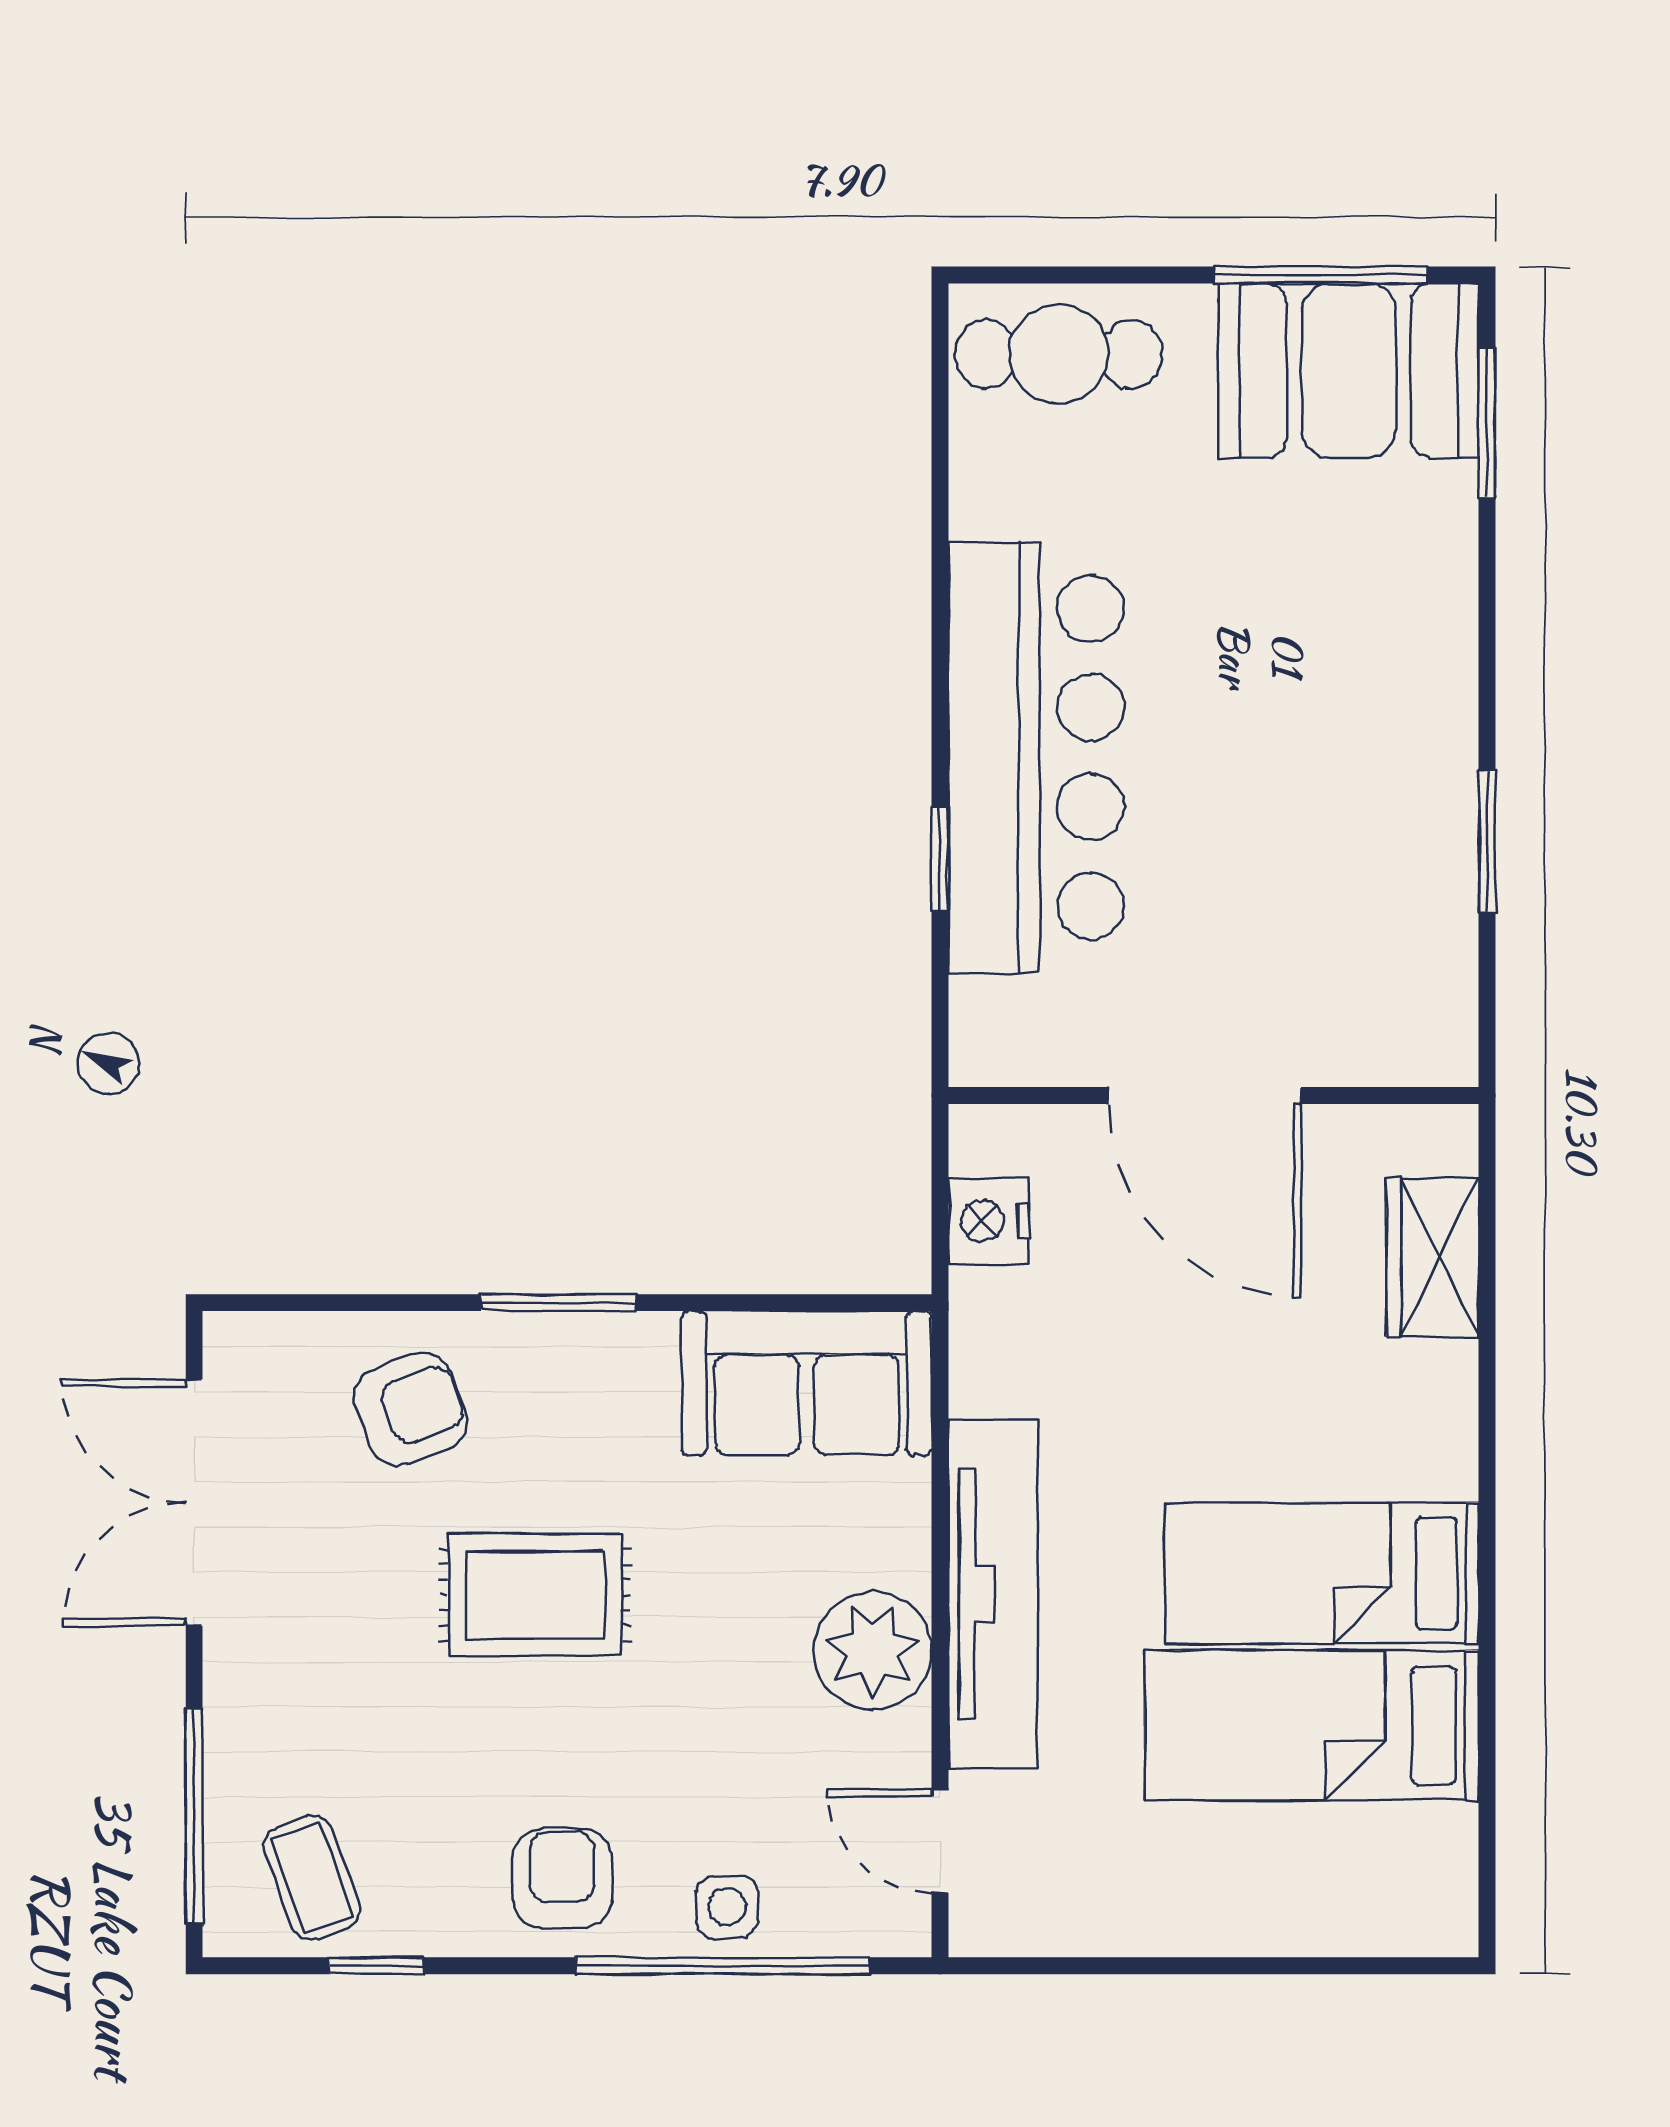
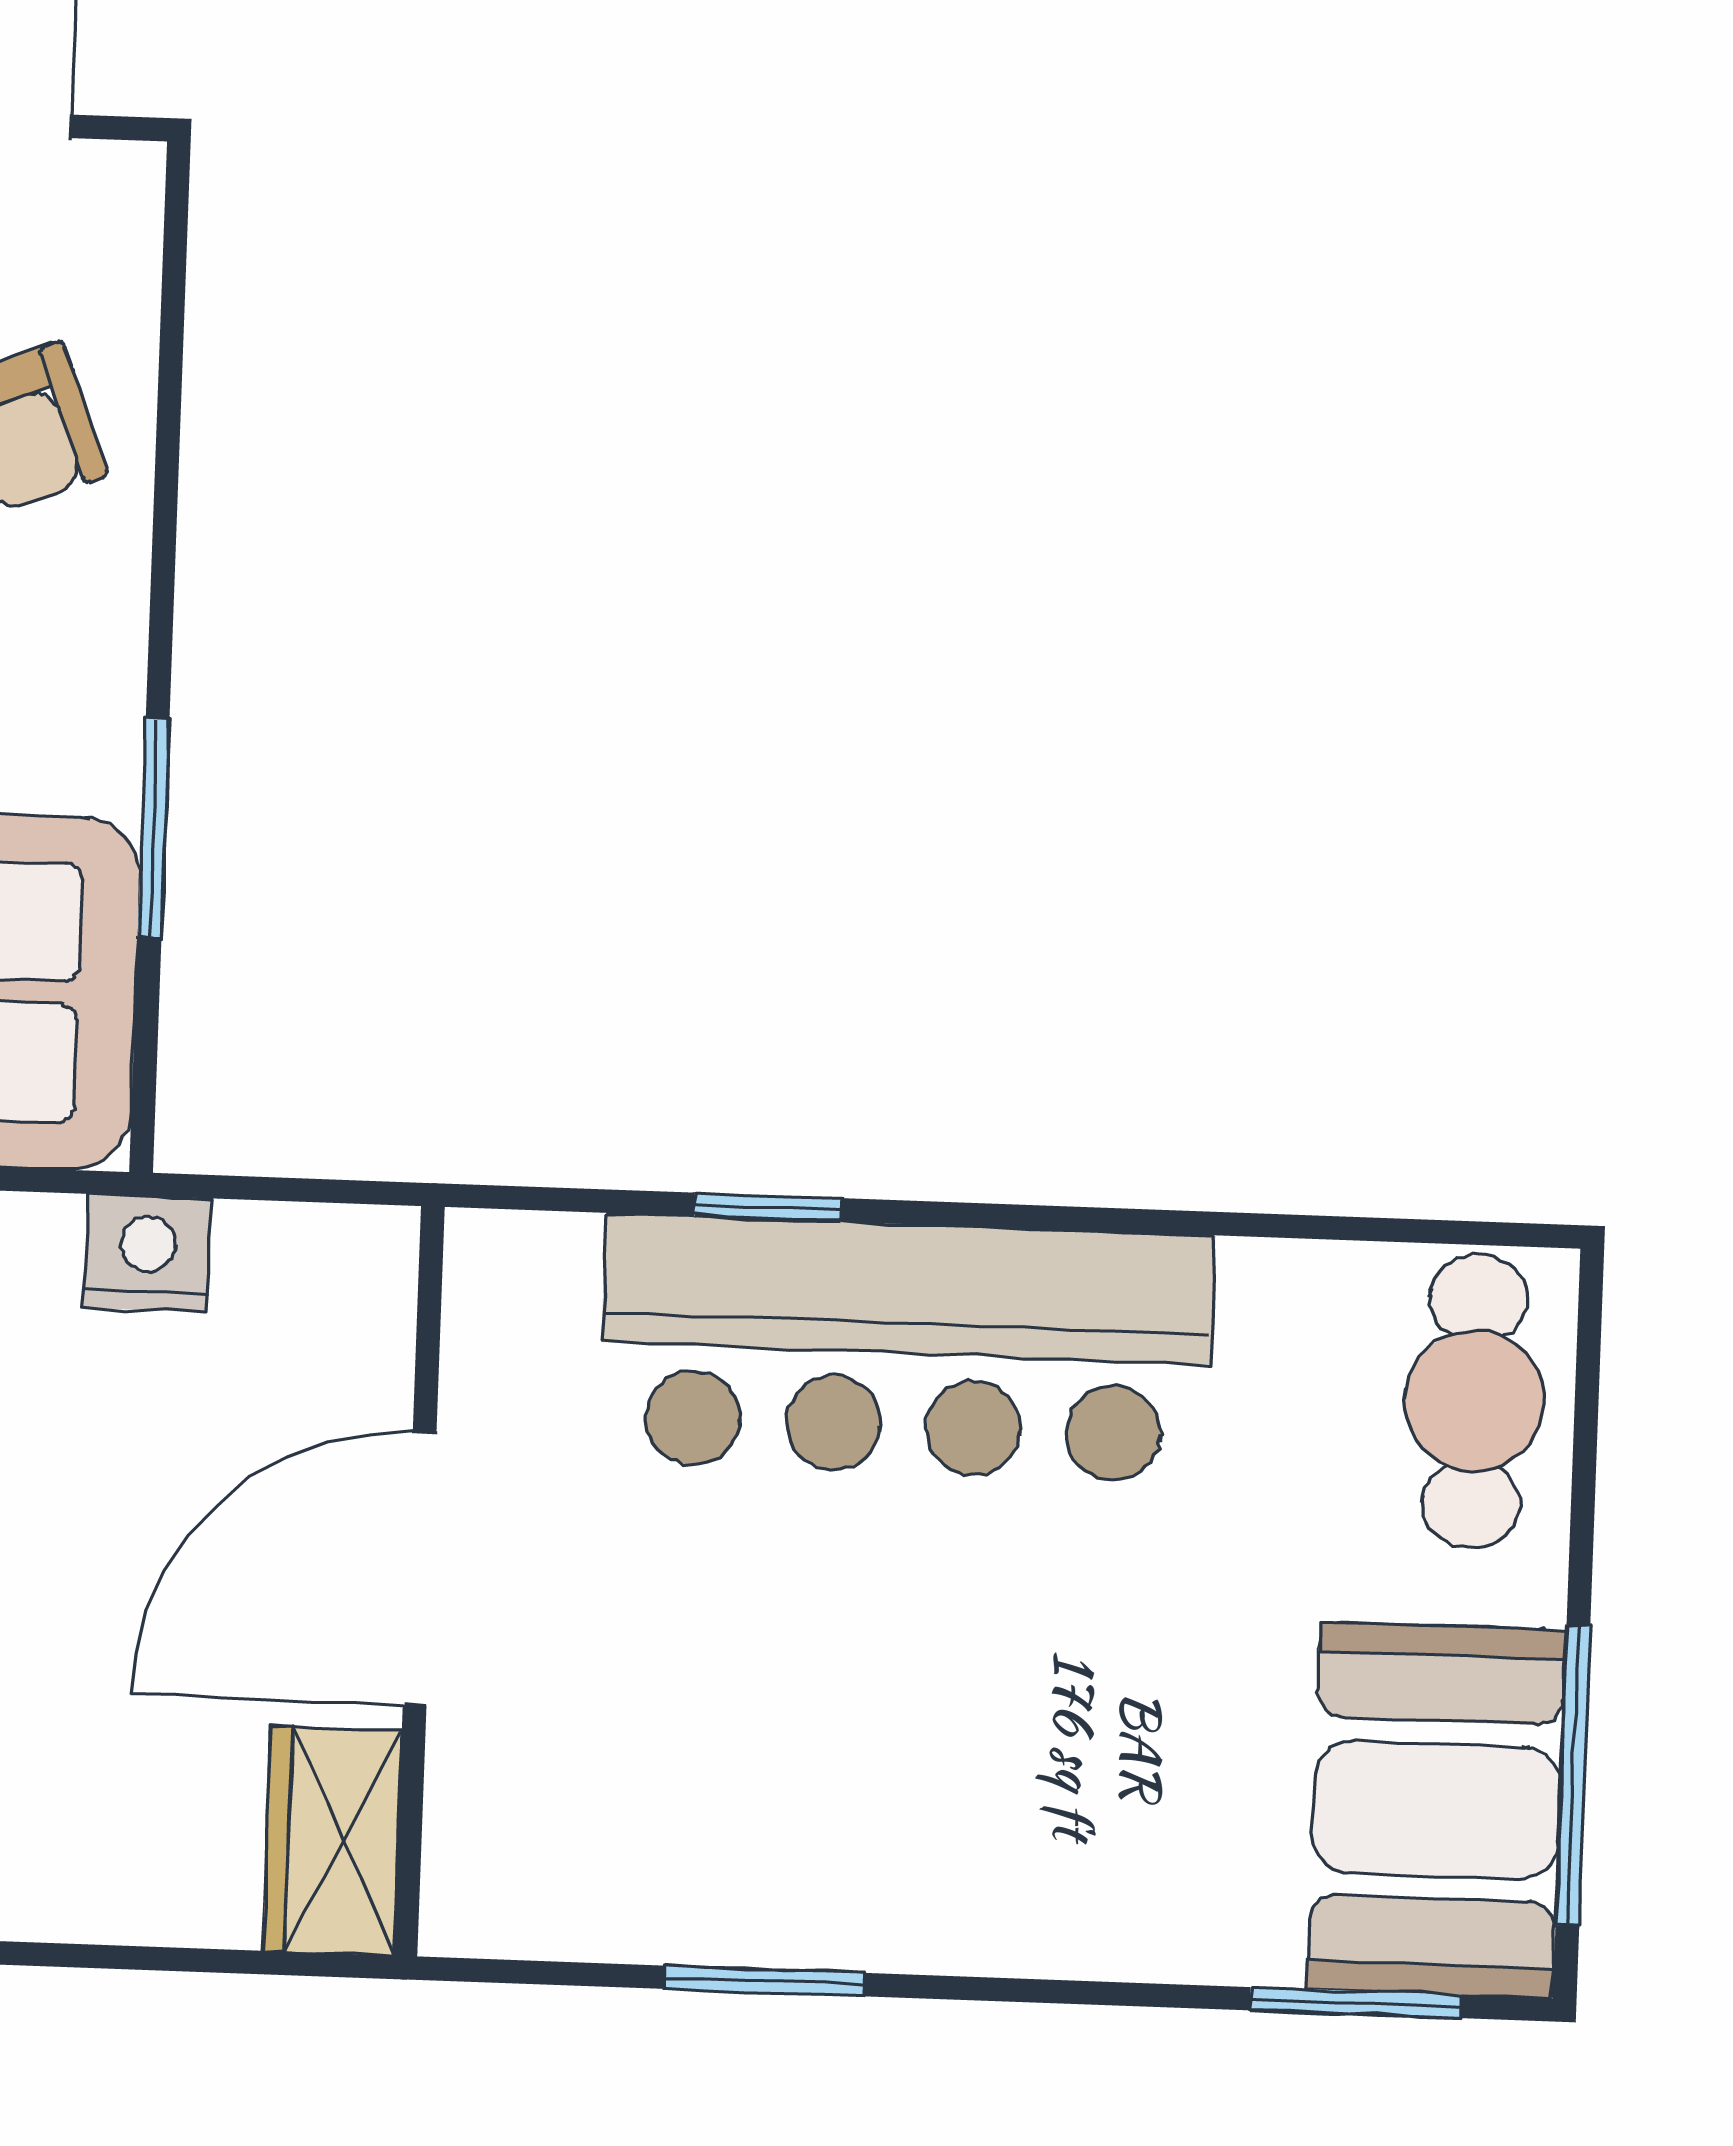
nightstand: (989, 1221) -> (148, 1253), moved
wardrobe: (1433, 1258) -> (333, 1841), moved, turned -90
window: (558, 1303) -> (154, 827), moved

